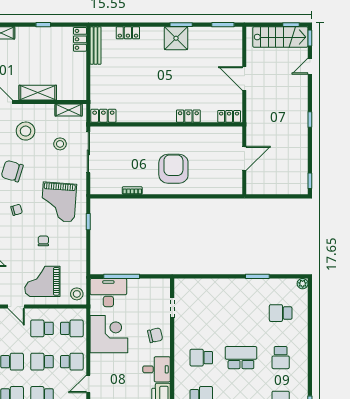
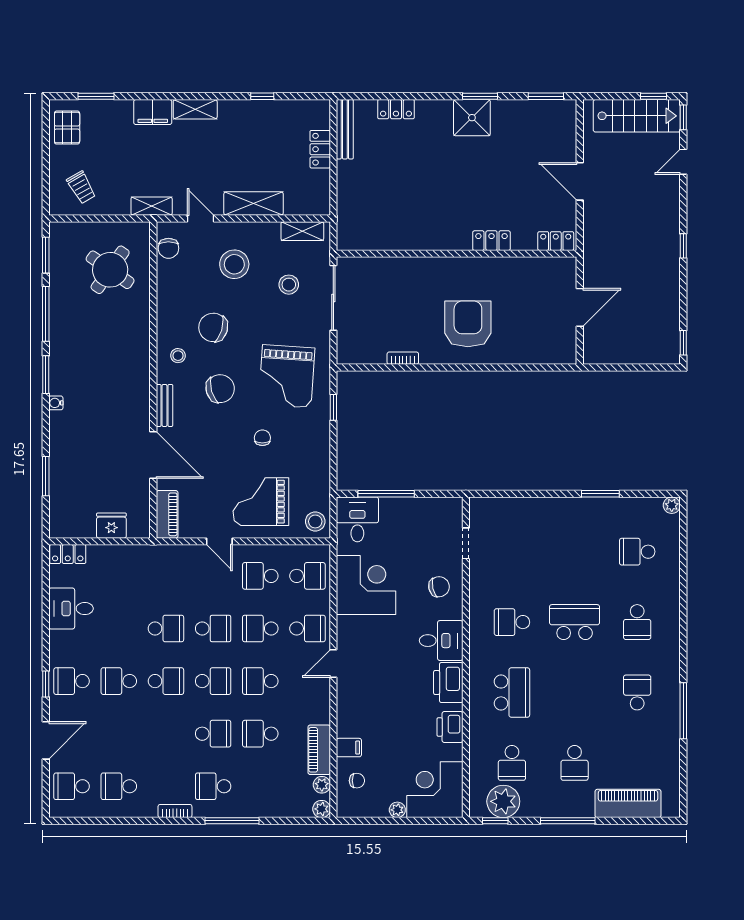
locker: (80, 39) -> (320, 149), moved
locker: (103, 116) -> (357, 240), removed
chair: (17, 210) -> (220, 389), width x1.87, depth x1.87
desk: (108, 293) -> (357, 519), width x0.73

